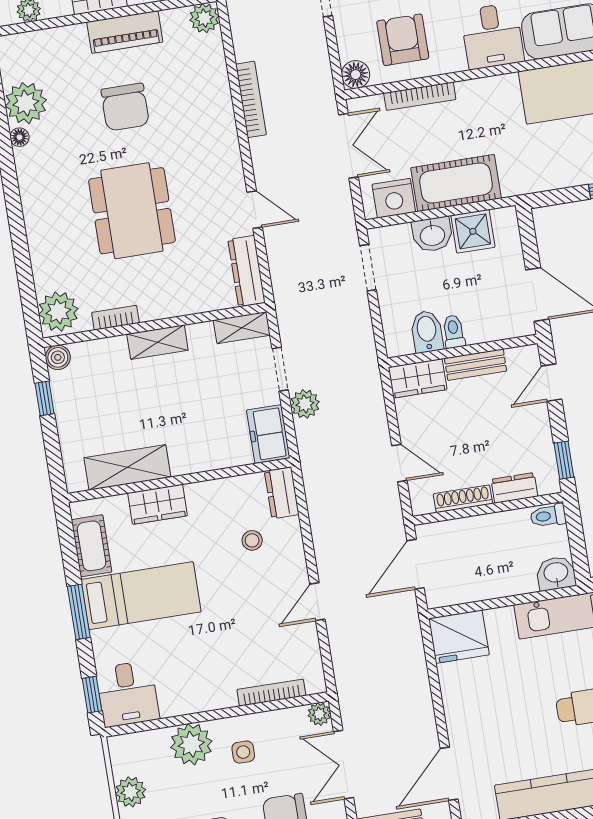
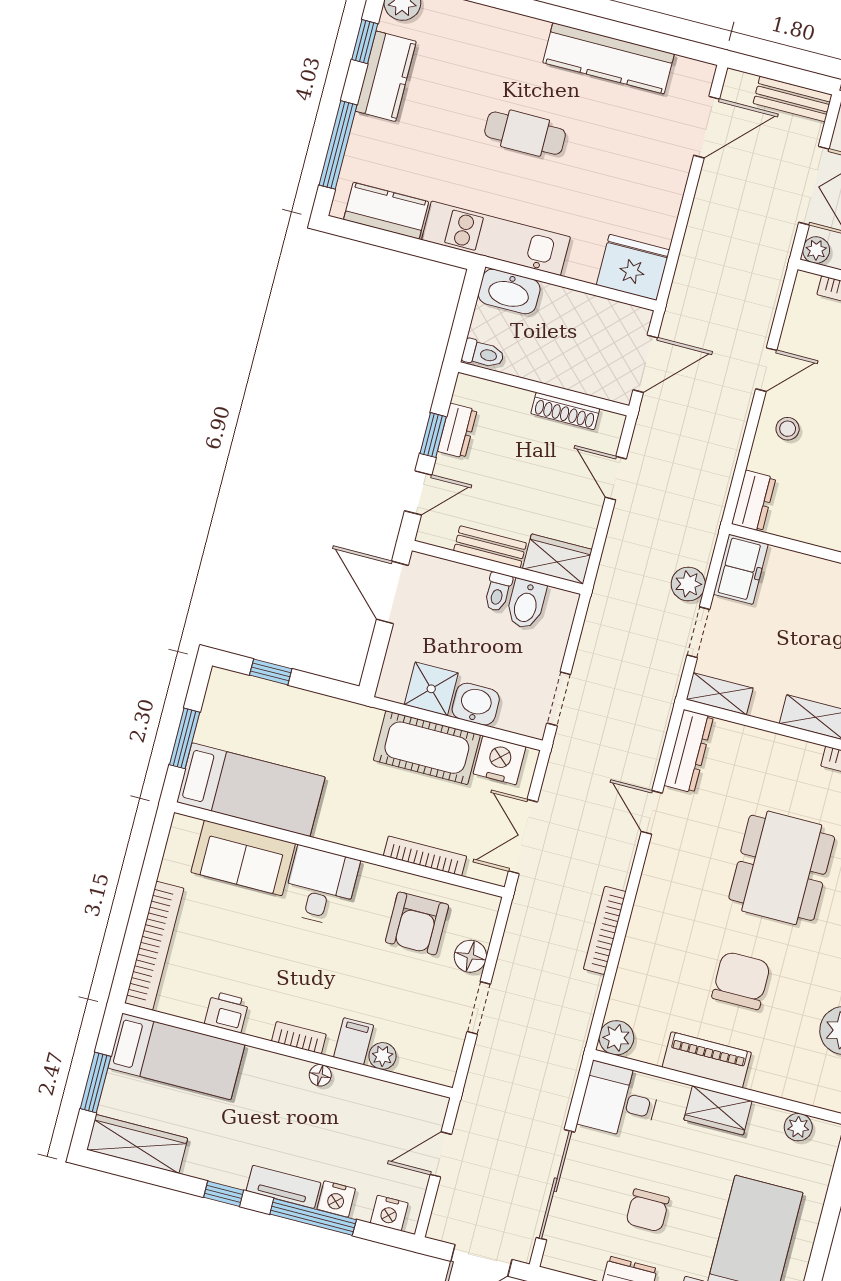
floor lamp: (356, 75) -> (470, 956), moved
window: (564, 460) -> (433, 435), moved
dresser: (514, 488) -> (457, 431), moved, turned -90
stool: (252, 540) -> (788, 429), moved
washbasin: (556, 573) -> (509, 291), width x1.38

